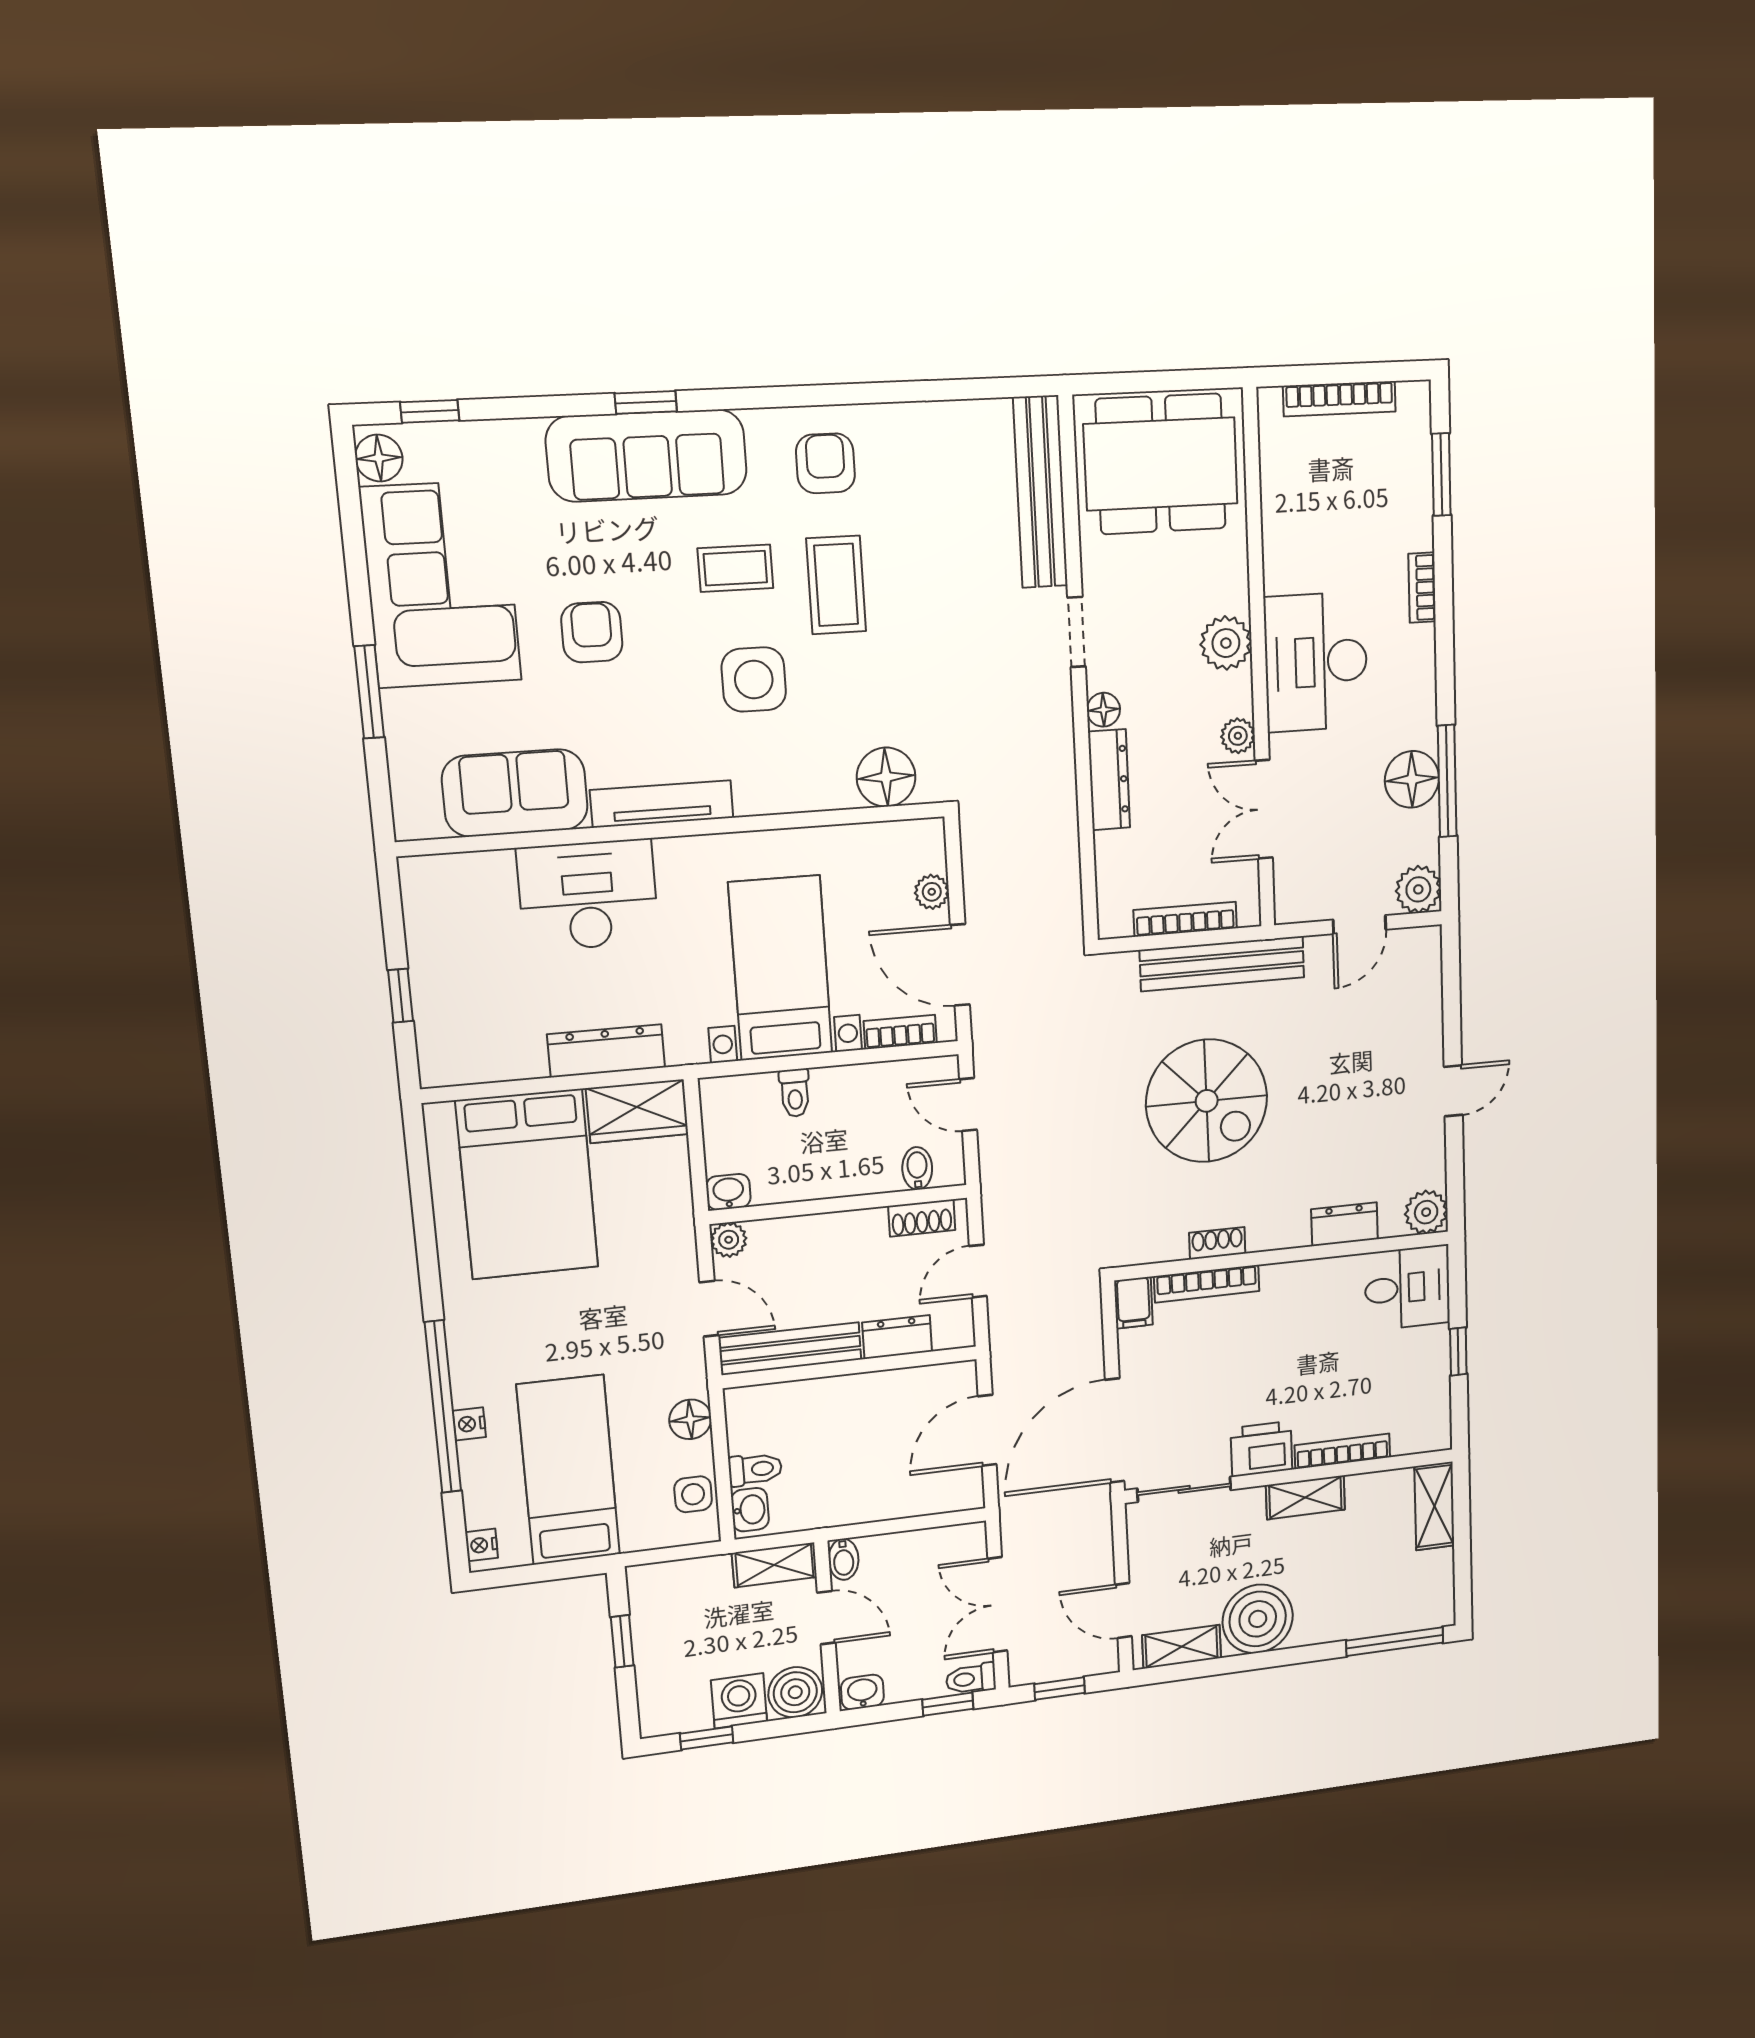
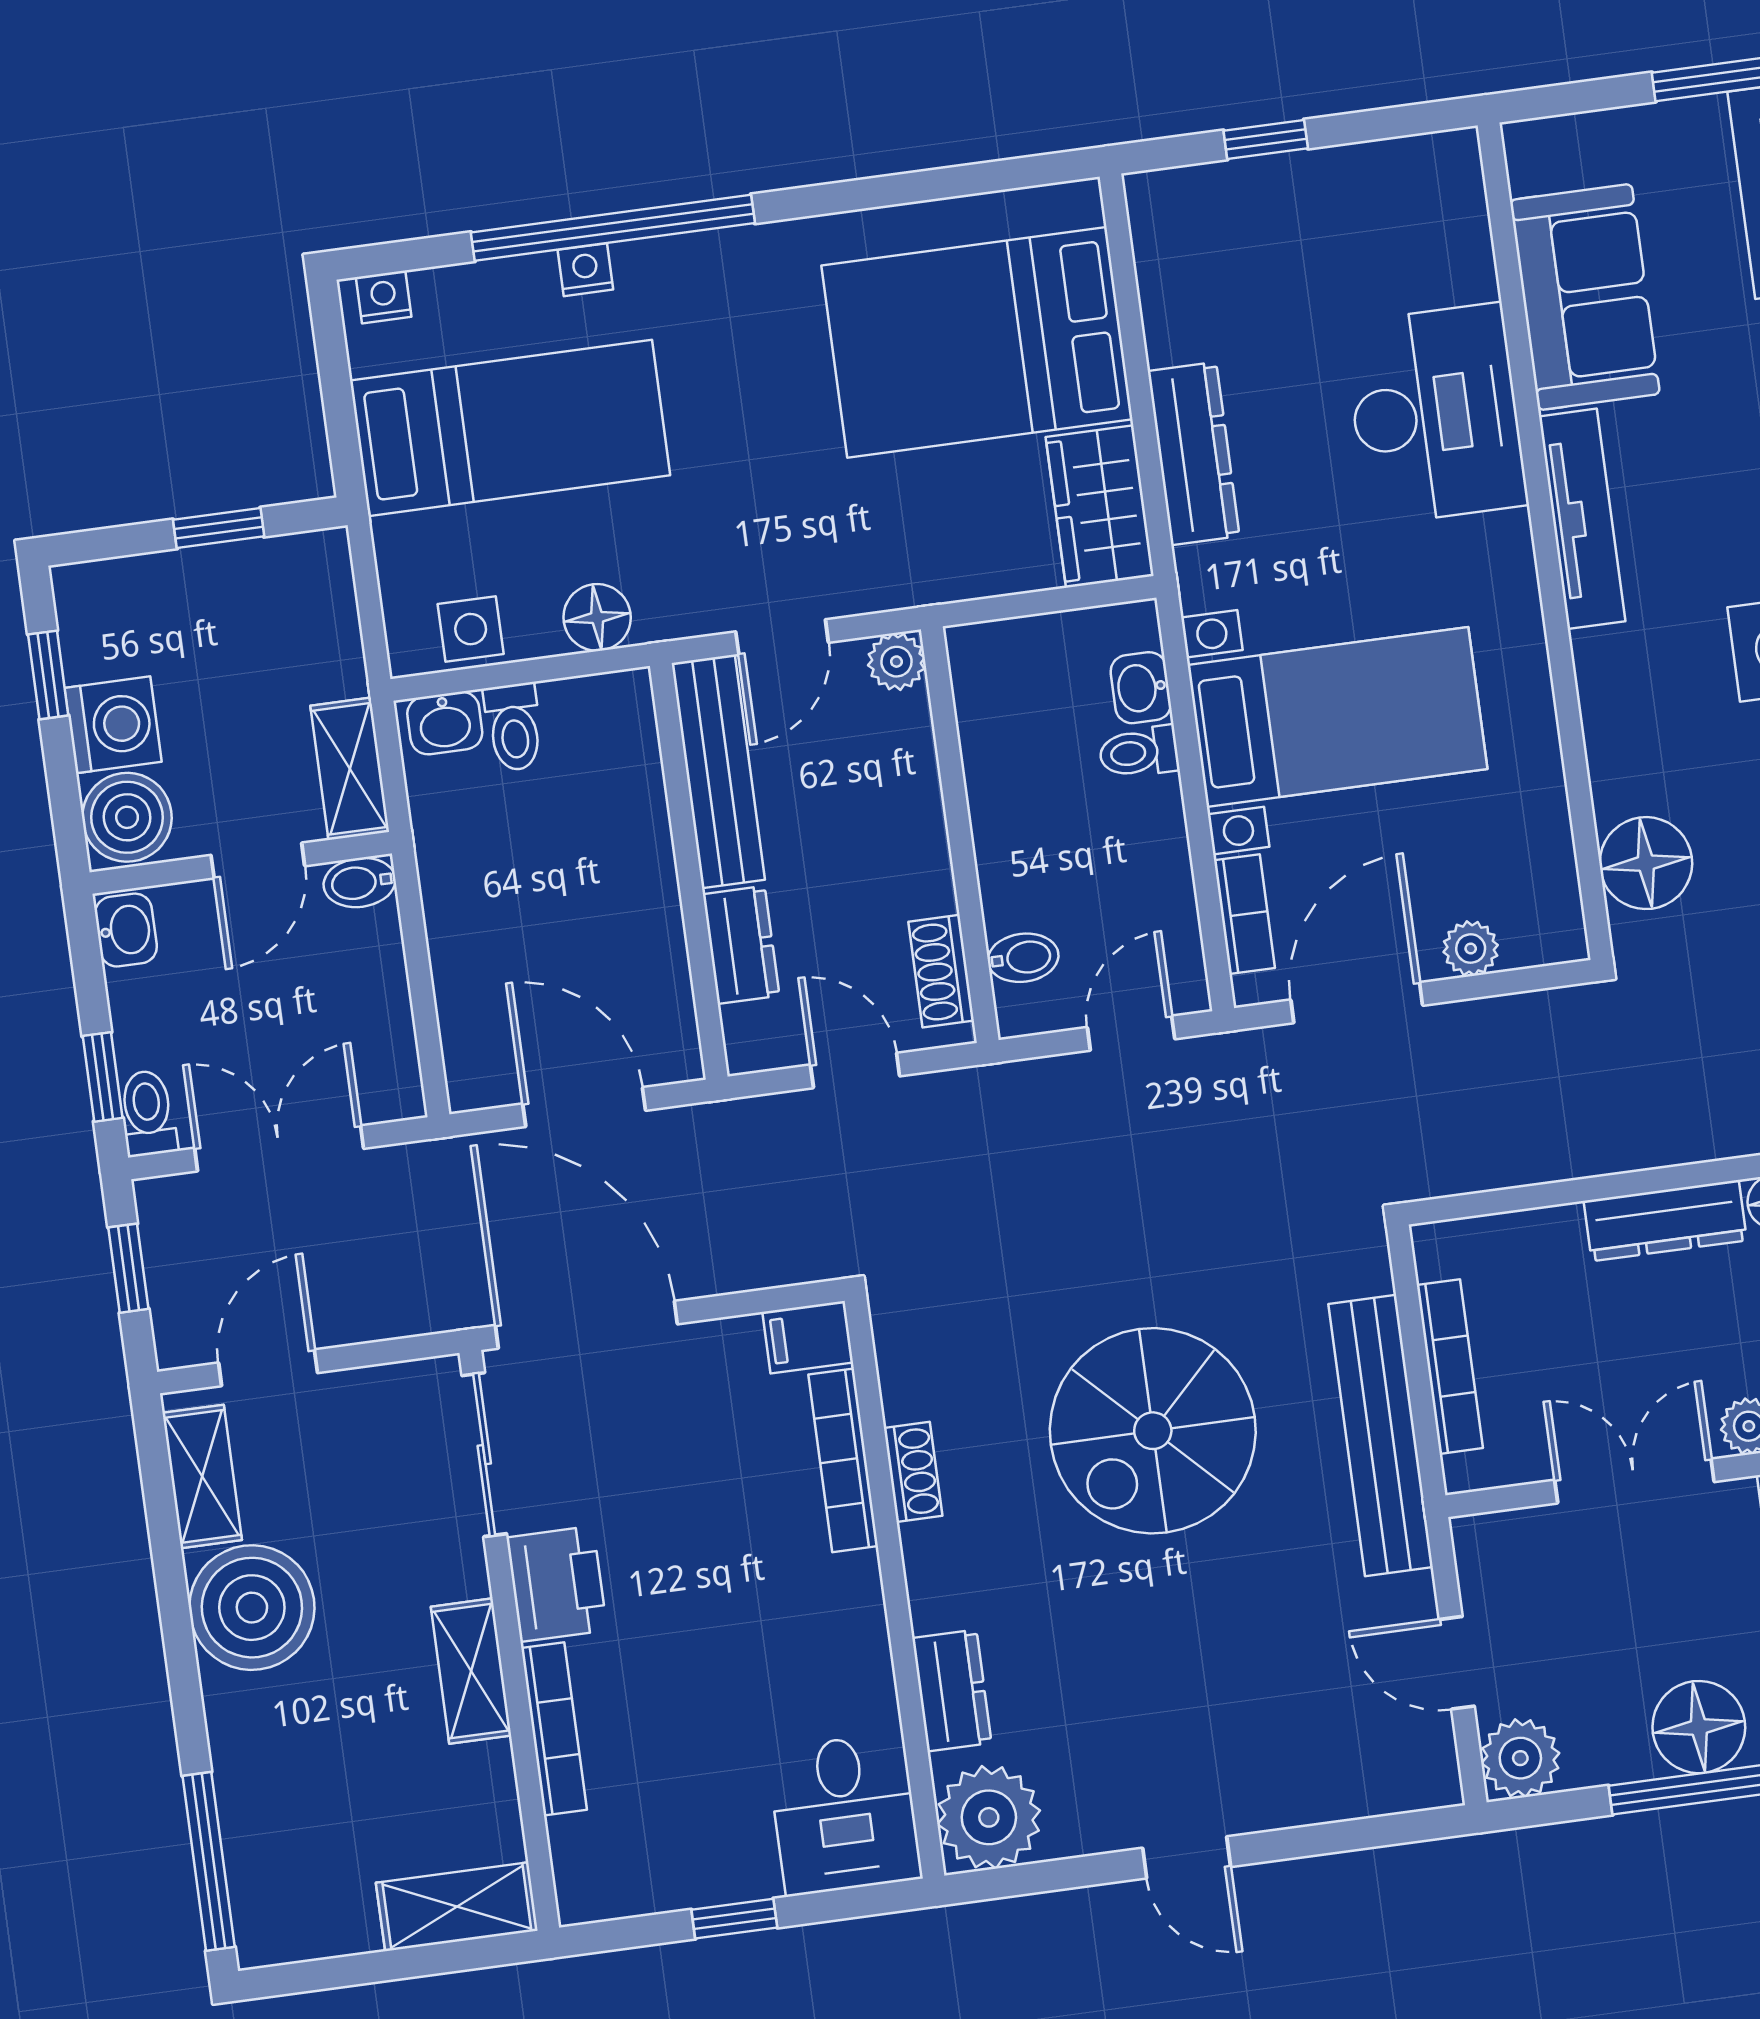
washbasin: (728, 1192) -> (1141, 688), moved, turned 180
plant: (1426, 1212) -> (989, 1817), width x1.36, depth x1.36

